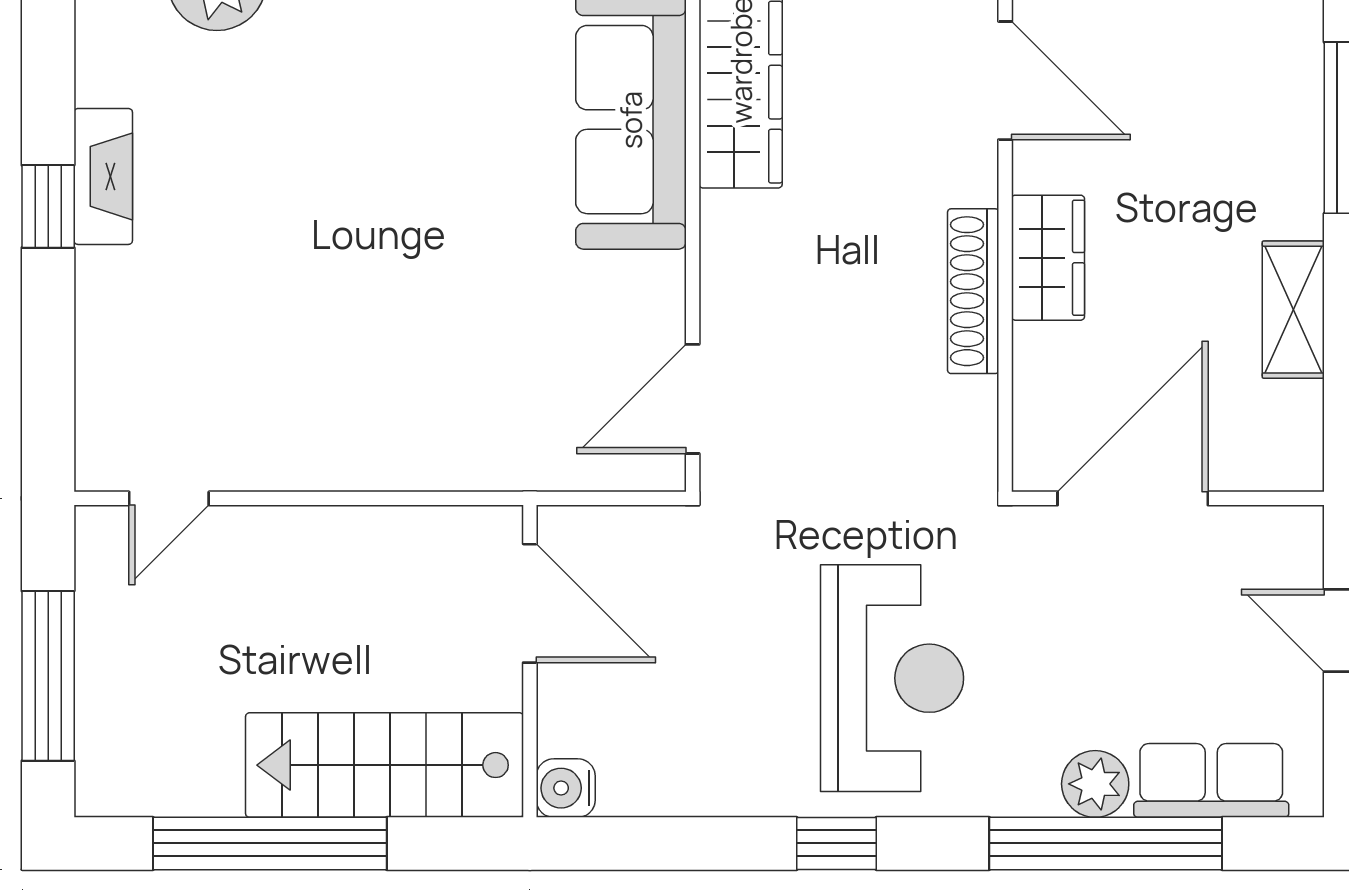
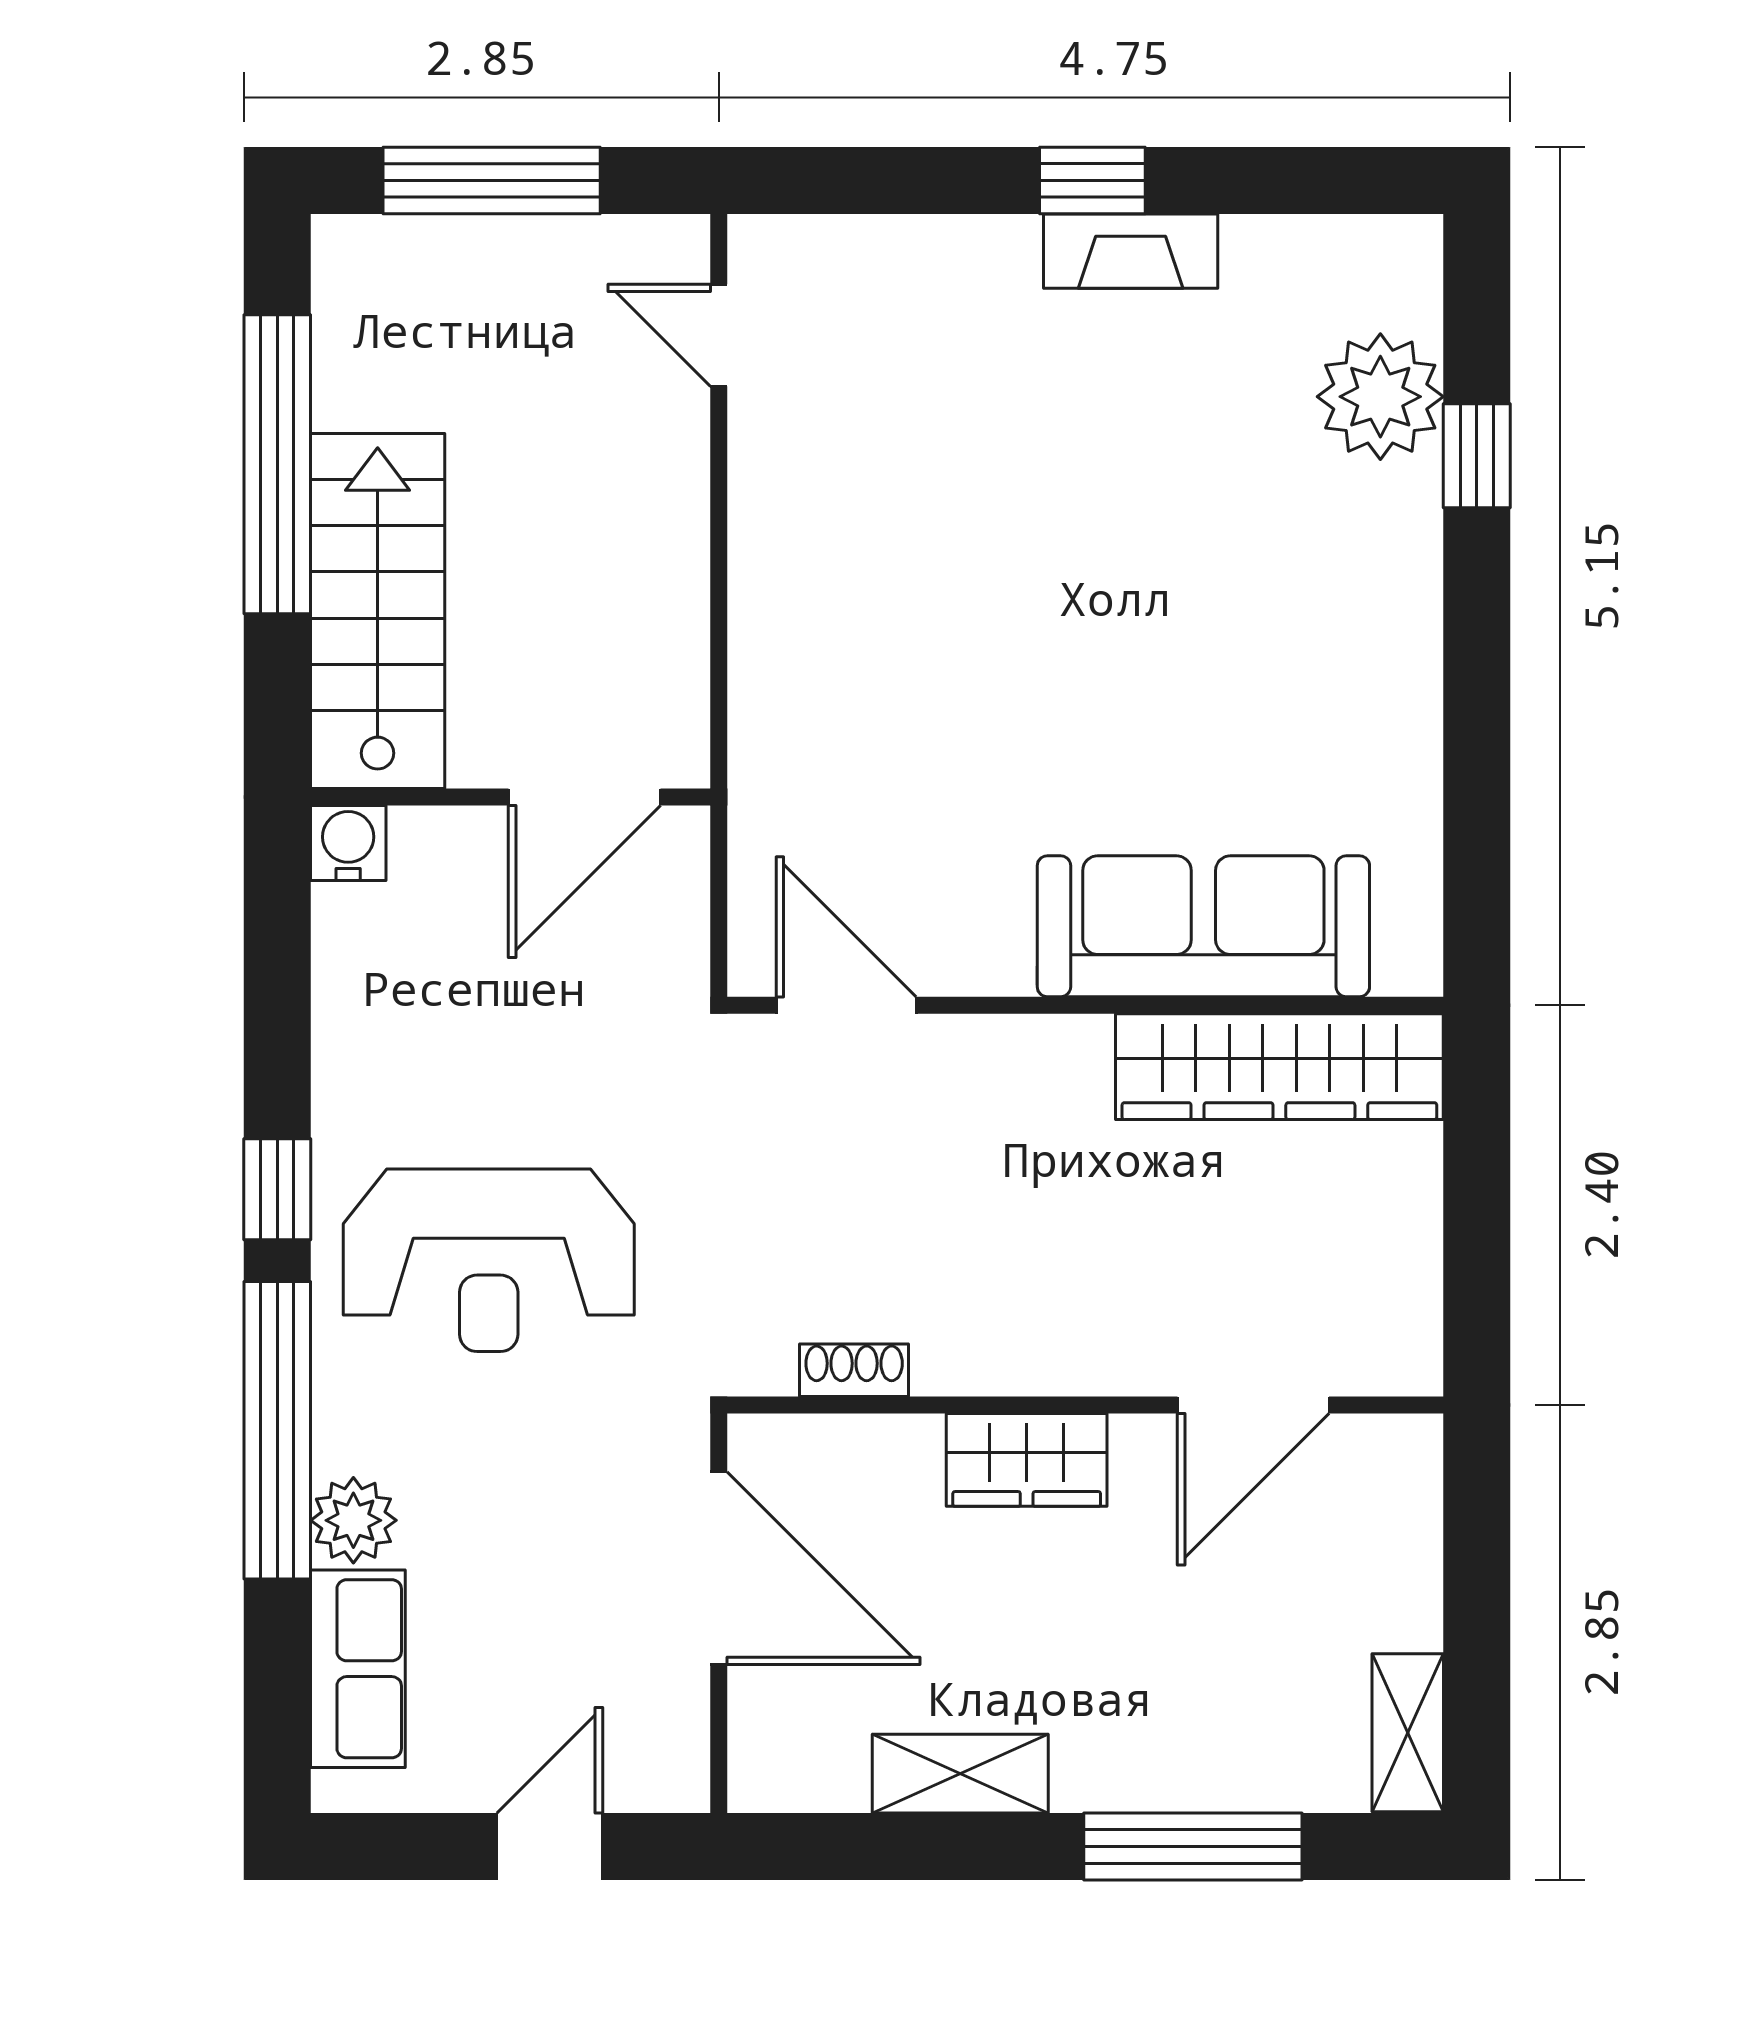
shoe rack: (973, 291) -> (854, 1370), moved, width x0.51, depth x0.81
window: (1106, 843) -> (277, 1430), moved

